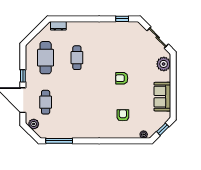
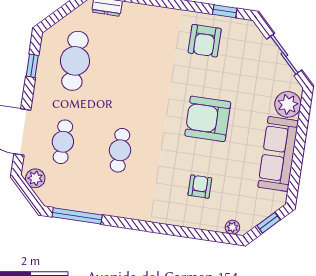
armchair: (114, 36) -> (205, 41), added
cafe table: (77, 58) -> (120, 150), moved
window: (23, 76) -> (32, 66), moved
armchair: (122, 78) -> (208, 119), width x1.88, depth x1.88
sofa: (162, 97) -> (278, 154), width x1.36

